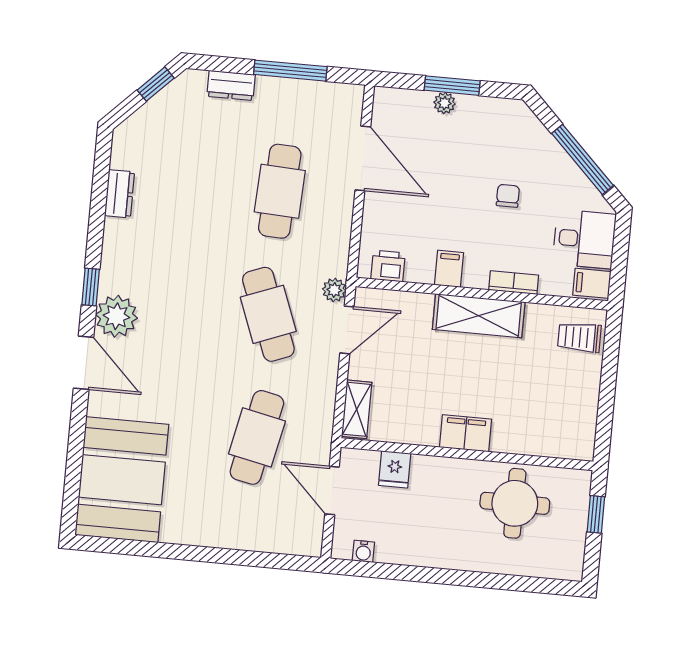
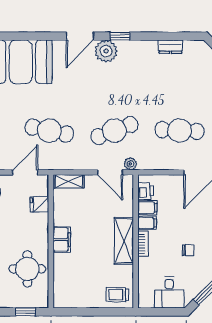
bookcase: (514, 283) -> (143, 244), moved
filing cabinet: (592, 283) -> (147, 208), moved, turned 90
trolley: (579, 337) -> (118, 295), turned -90

